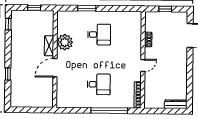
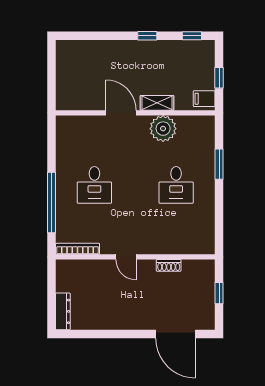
filing cabinet: (47, 17) -> (204, 99), added
window: (8, 74) -> (147, 36), moved

